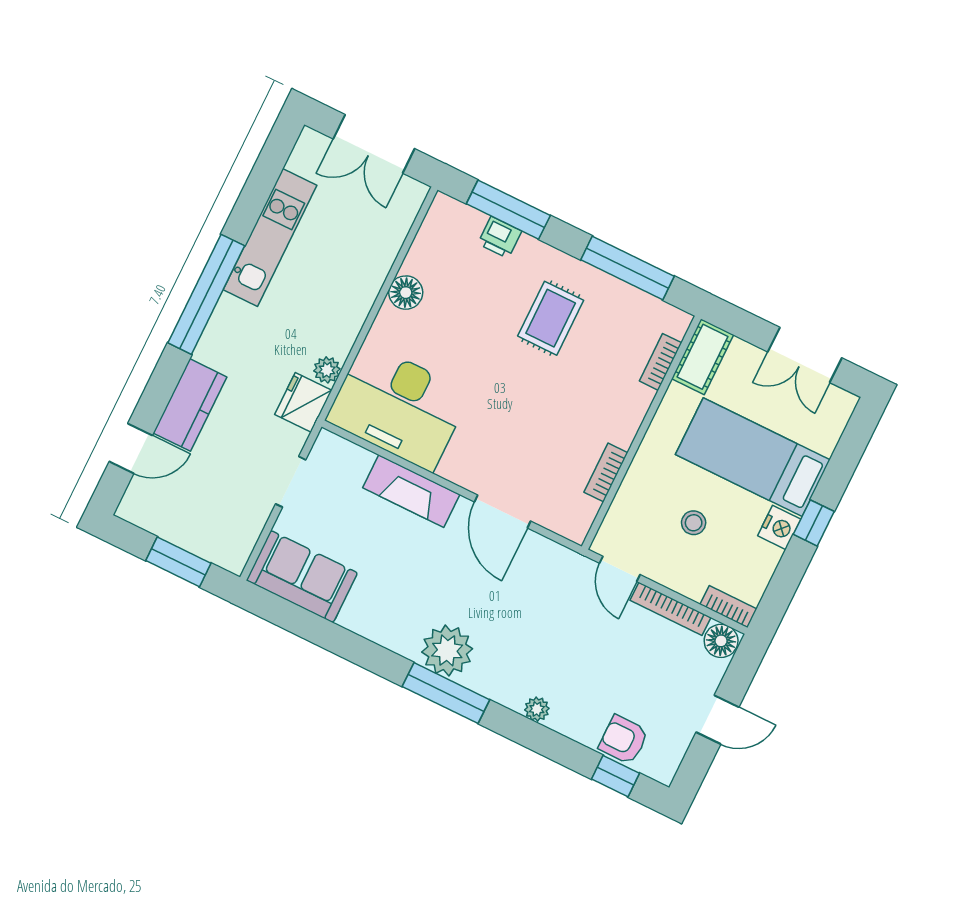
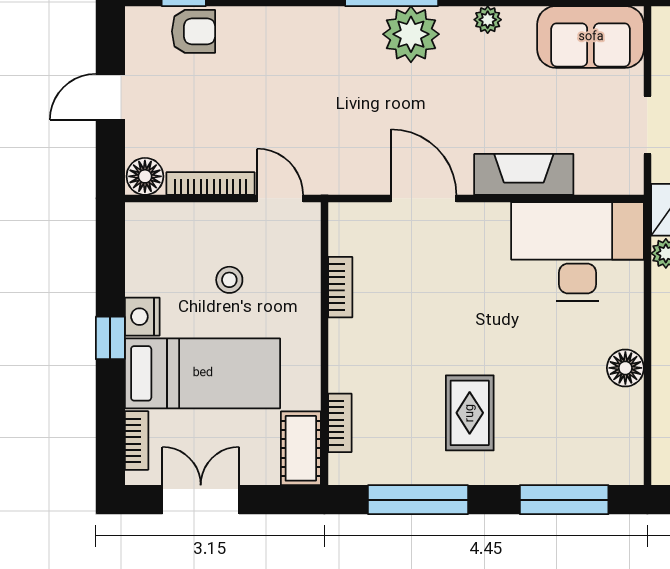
printer: (500, 237) -> (559, 468), removed
bookcase: (728, 607) -> (137, 440), moved, turned -90
plant: (537, 709) -> (488, 20), moved

